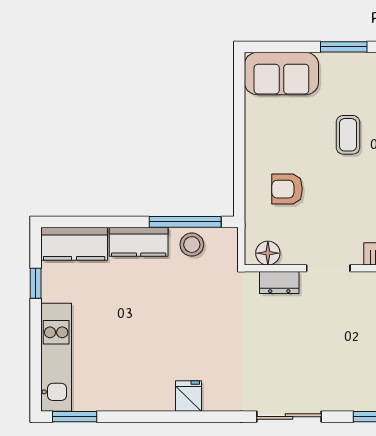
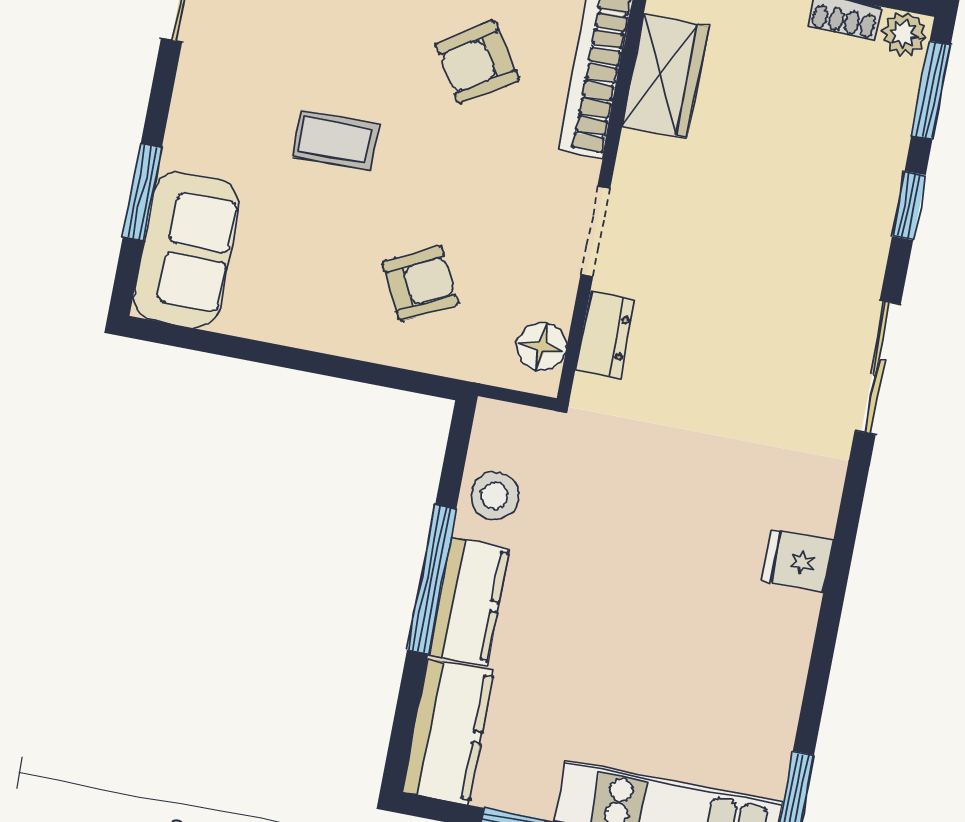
window: (344, 47) -> (142, 192), moved
armchair: (287, 189) -> (421, 283), turned -117
window: (185, 222) -> (432, 580), moved

